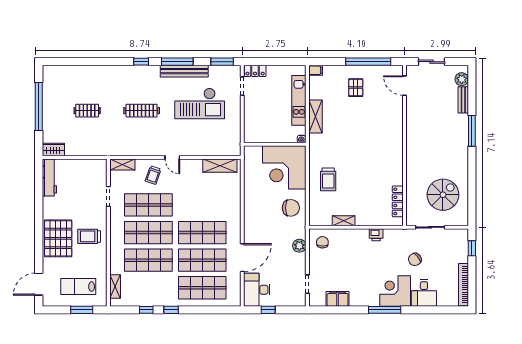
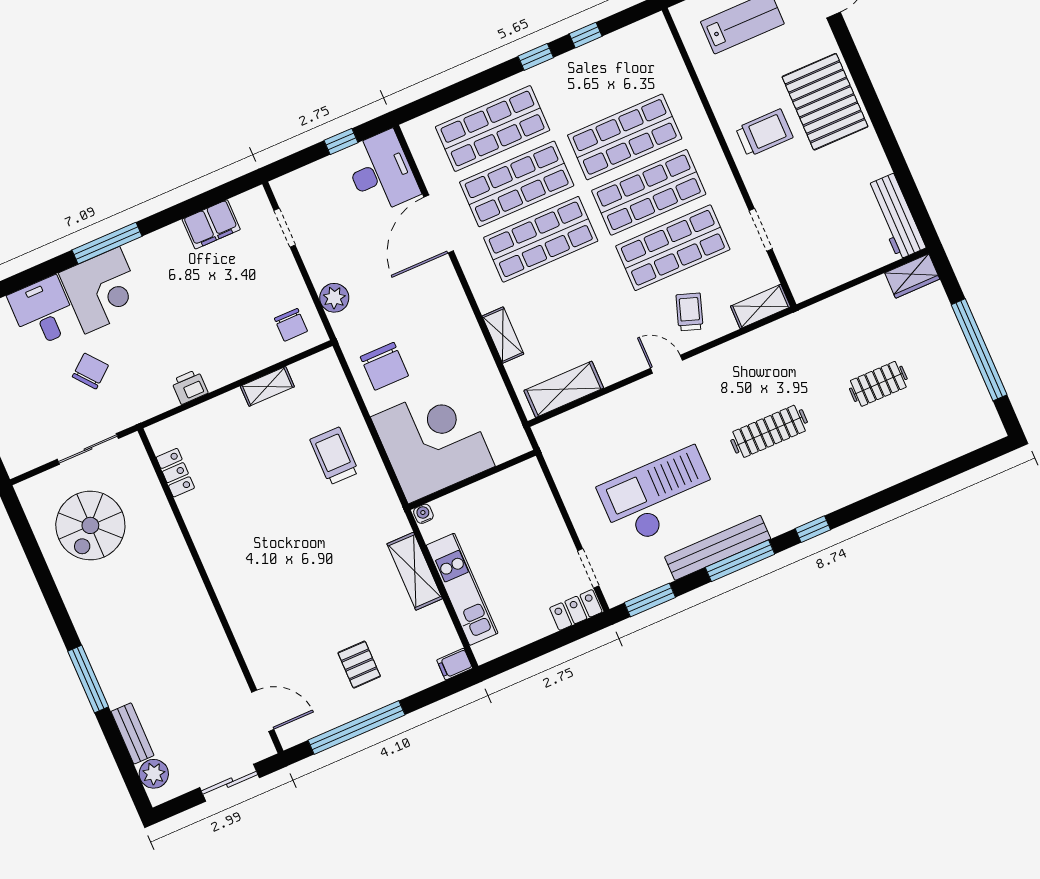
locker: (398, 201) -> (175, 473), width x0.66
chair: (291, 208) -> (384, 366), turned -90
shelving: (115, 286) -> (503, 335), moved

